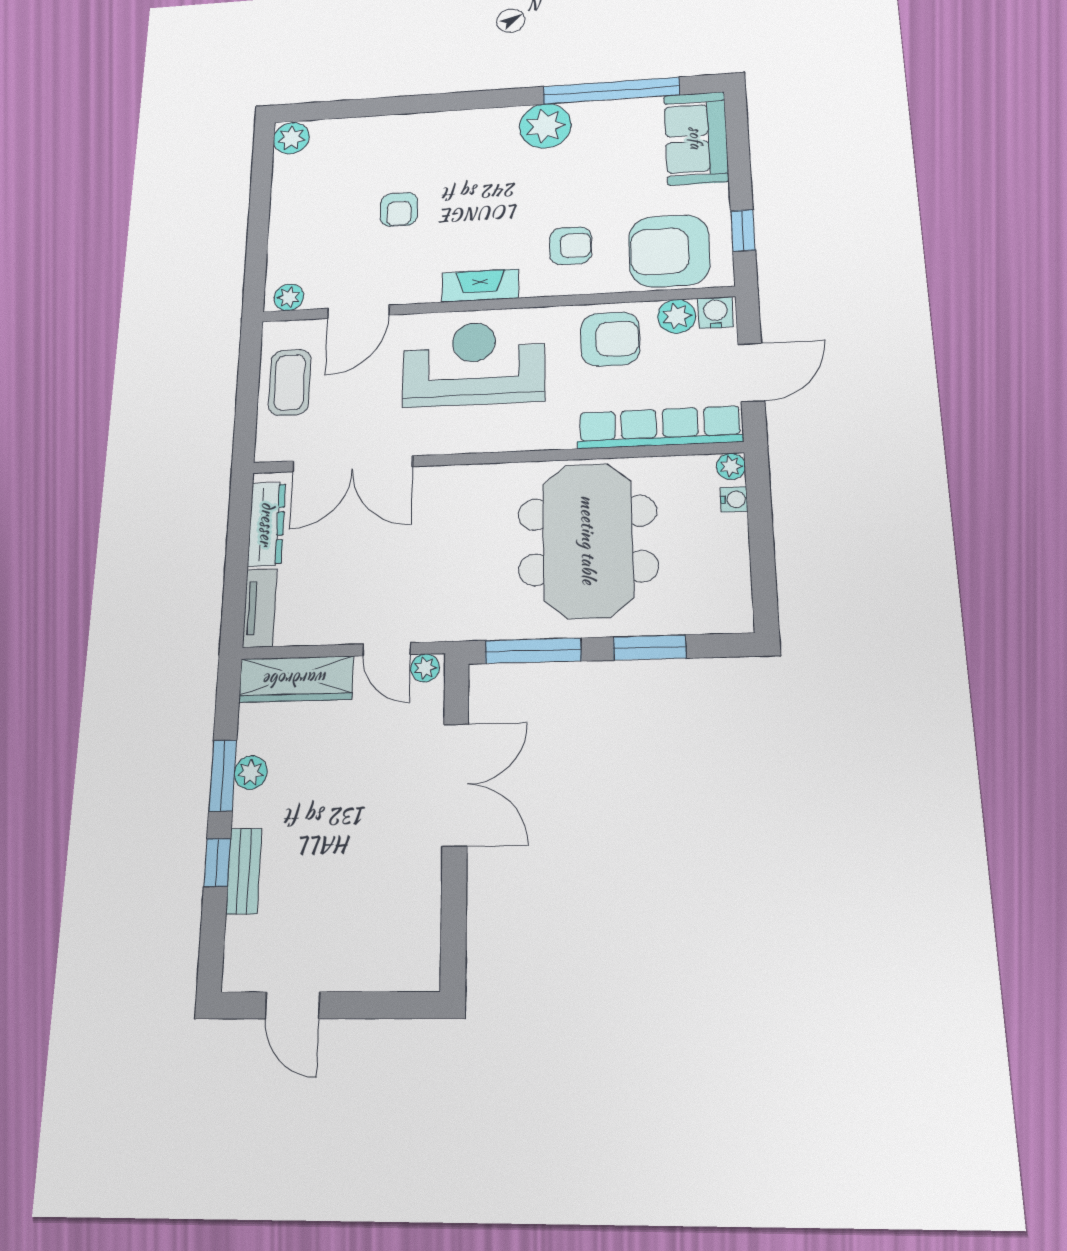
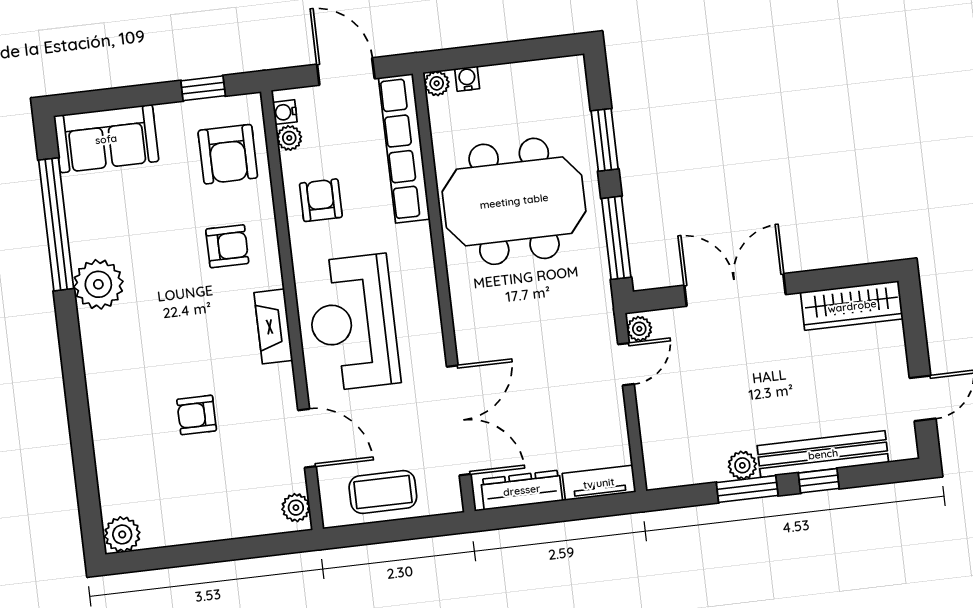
armchair: (399, 209) -> (197, 415), turned 180
armchair: (571, 246) -> (227, 246), turned 90
armchair: (669, 251) -> (228, 154), width x0.73, depth x0.73
water cooler: (715, 313) -> (285, 112), width x0.72, depth x0.72
plant: (677, 316) -> (289, 138), width x0.73, depth x0.73
armchair: (610, 339) -> (321, 200), width x0.72, depth x0.72
wardrobe: (296, 679) -> (852, 306), moved, turned 90
bench: (244, 871) -> (823, 454), width x1.86, depth x1.21

